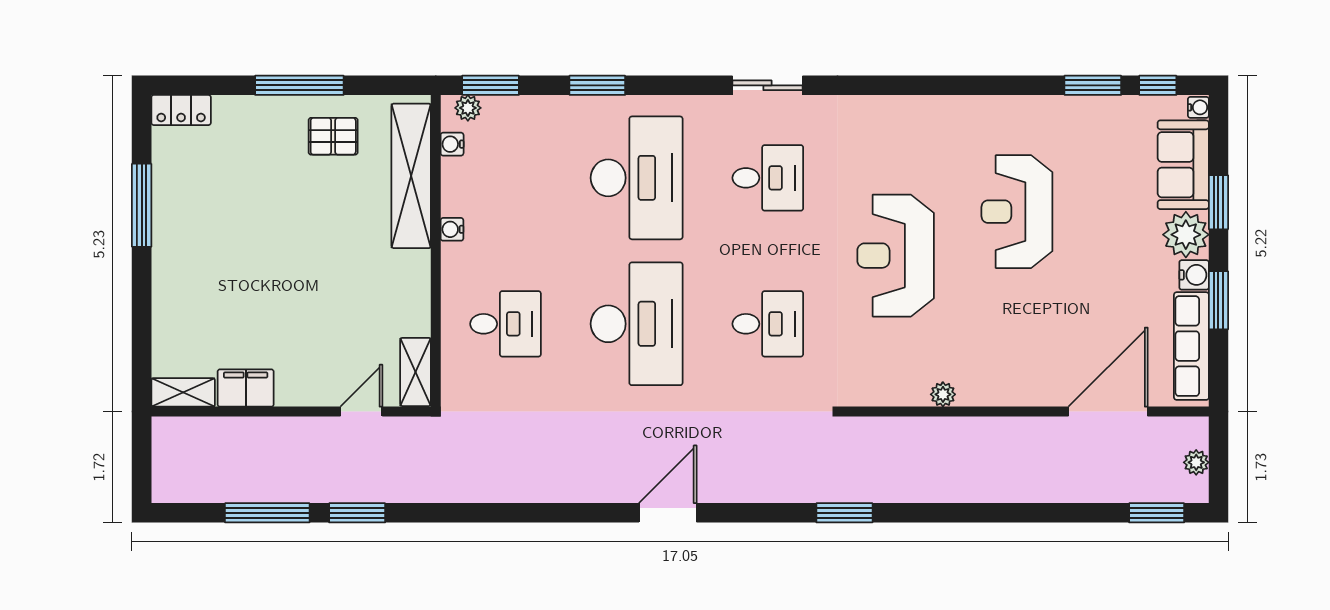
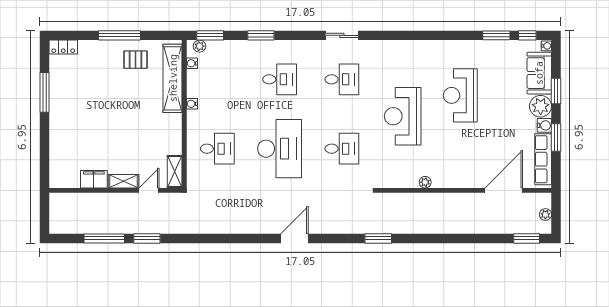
desk: (637, 178) -> (280, 79), width x0.53, depth x0.77
shelving: (183, 392) -> (124, 181), moved

